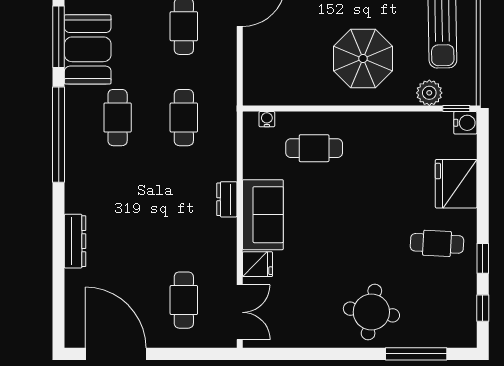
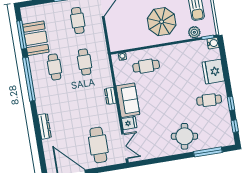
cafe table: (184, 300) -> (98, 145), width x1.37, depth x1.35

